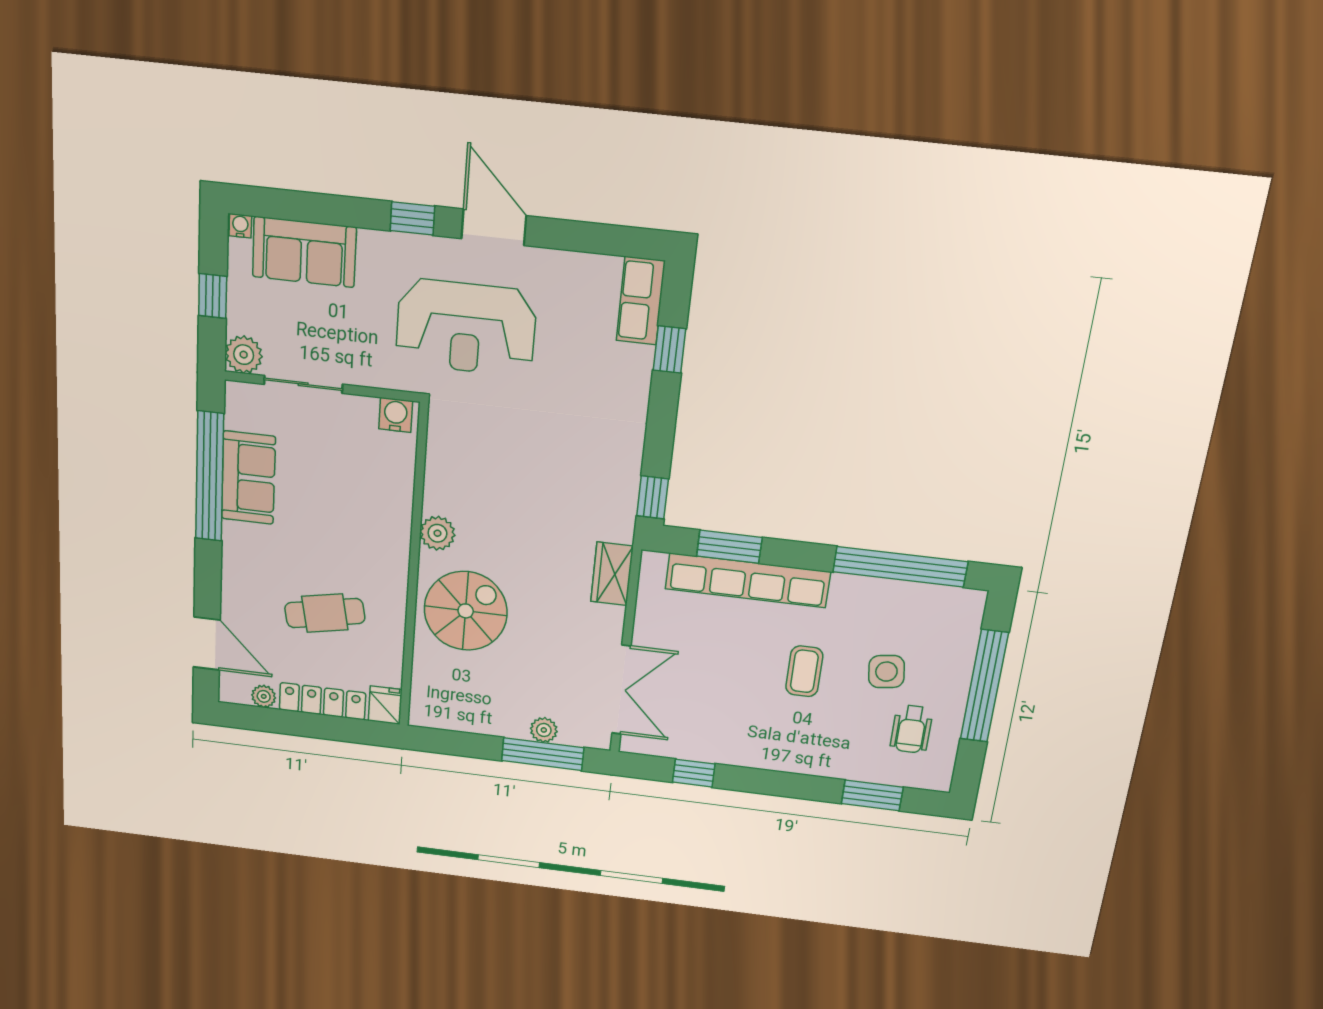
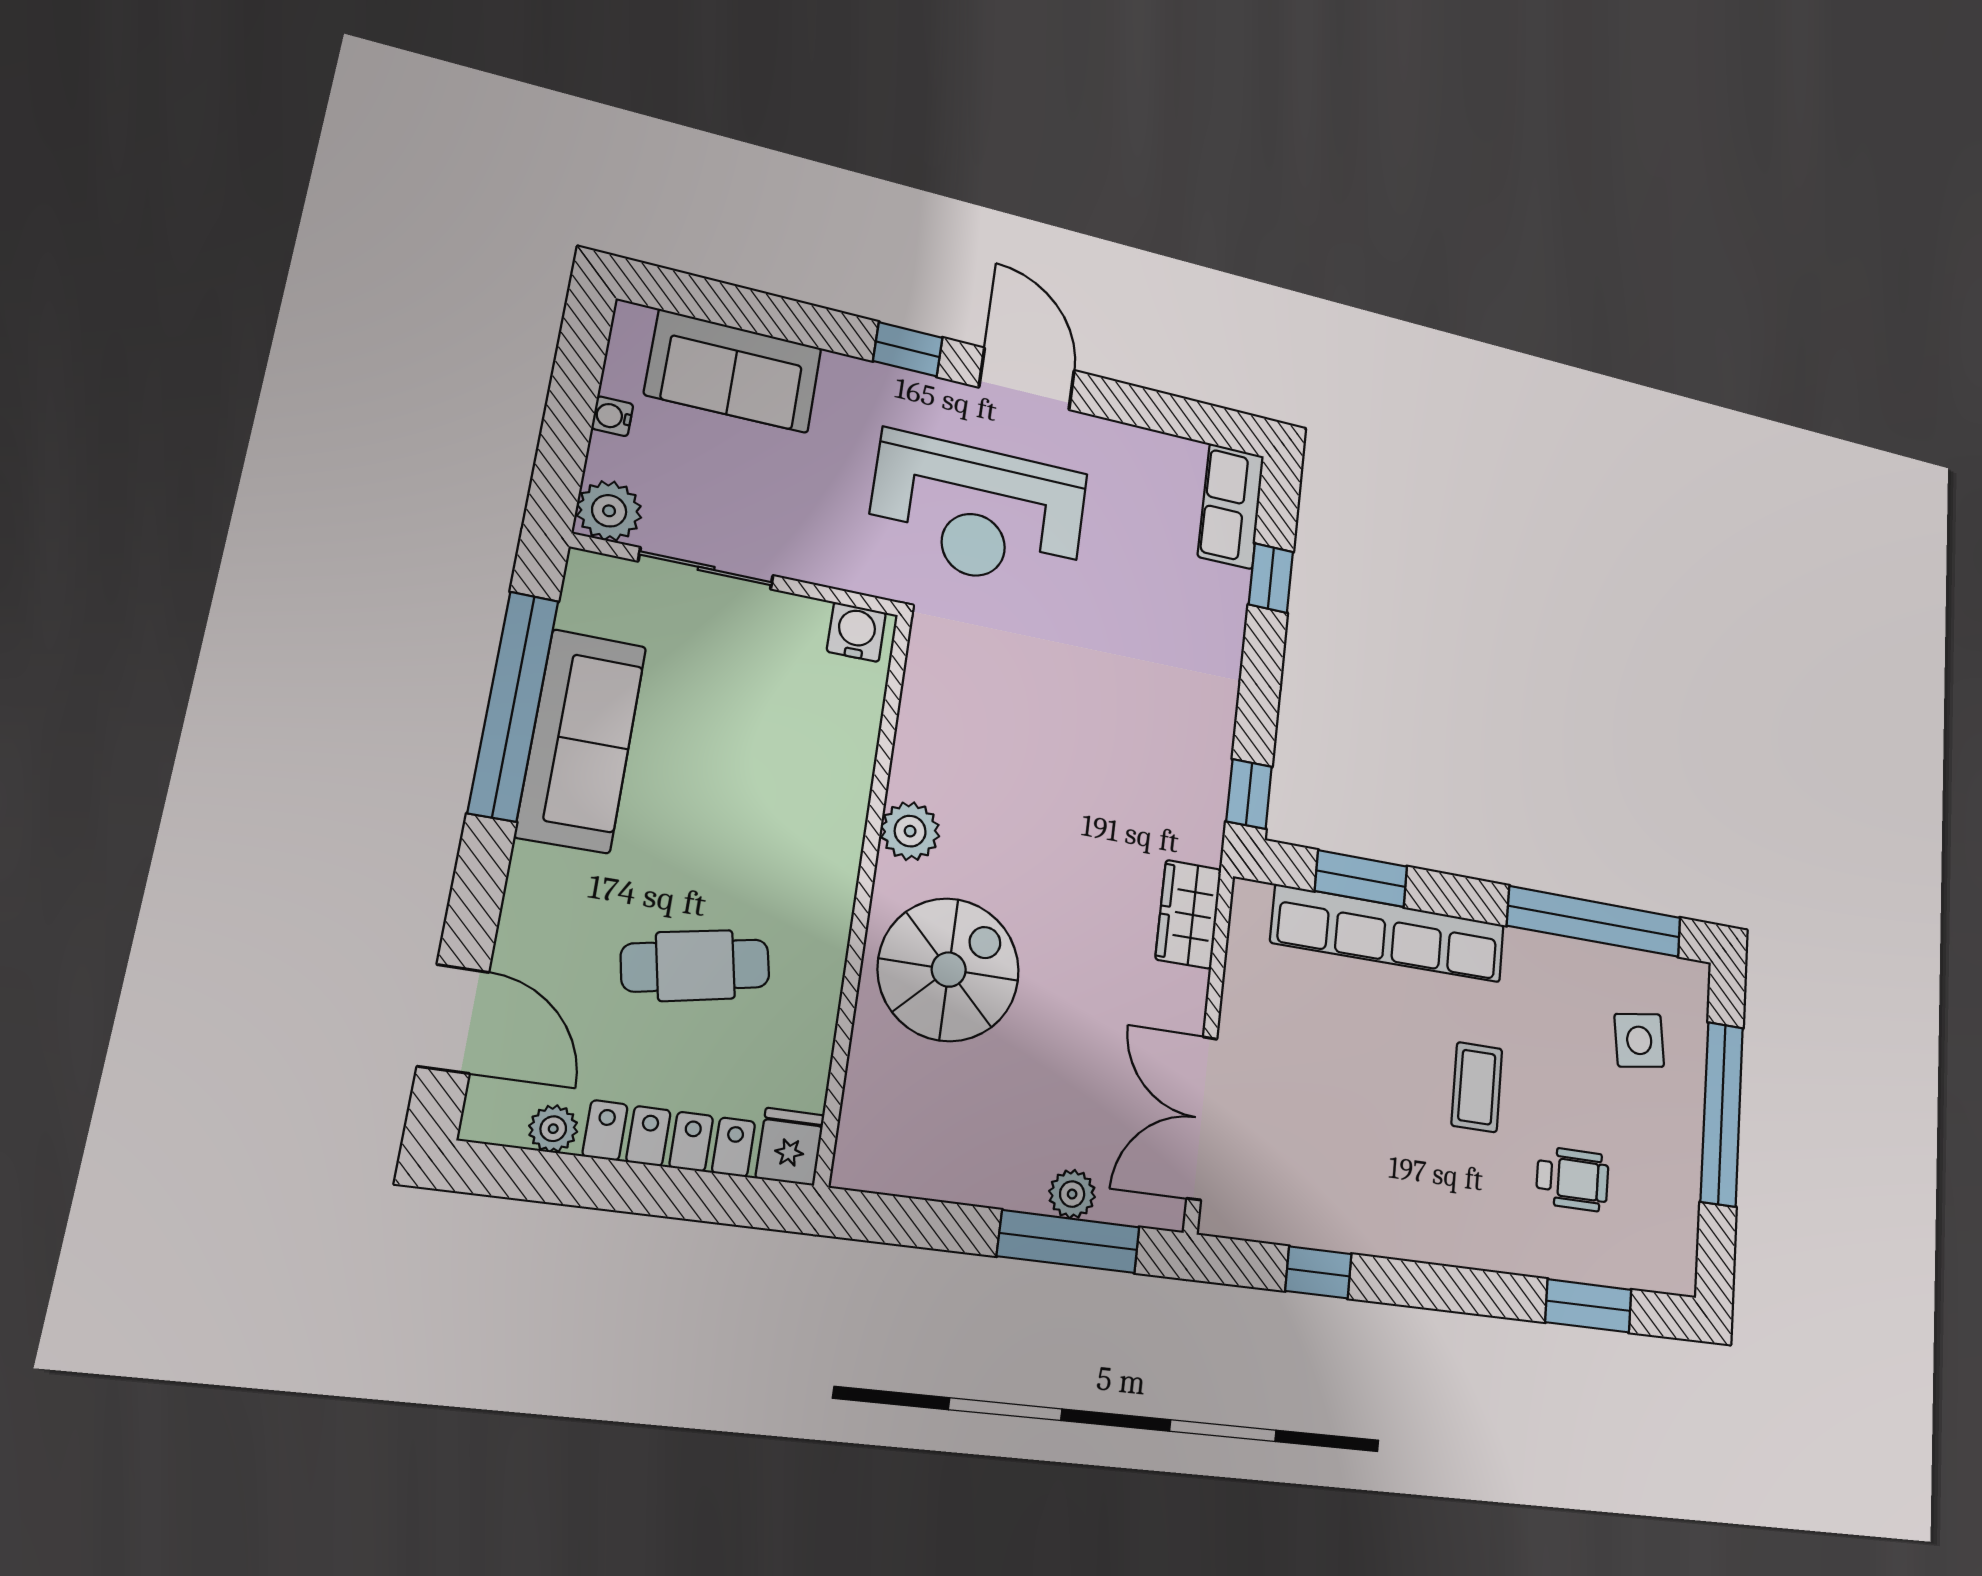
water cooler: (240, 226) -> (612, 416), moved, turned -90
window: (213, 296) -> (569, 415), removed
sofa: (248, 478) -> (581, 741), width x1.36
side table: (886, 672) -> (1639, 1040), moved
double door: (621, 690) -> (1202, 1118), swing flipped
wheelchair: (911, 729) -> (1572, 1179), moved, turned -90

